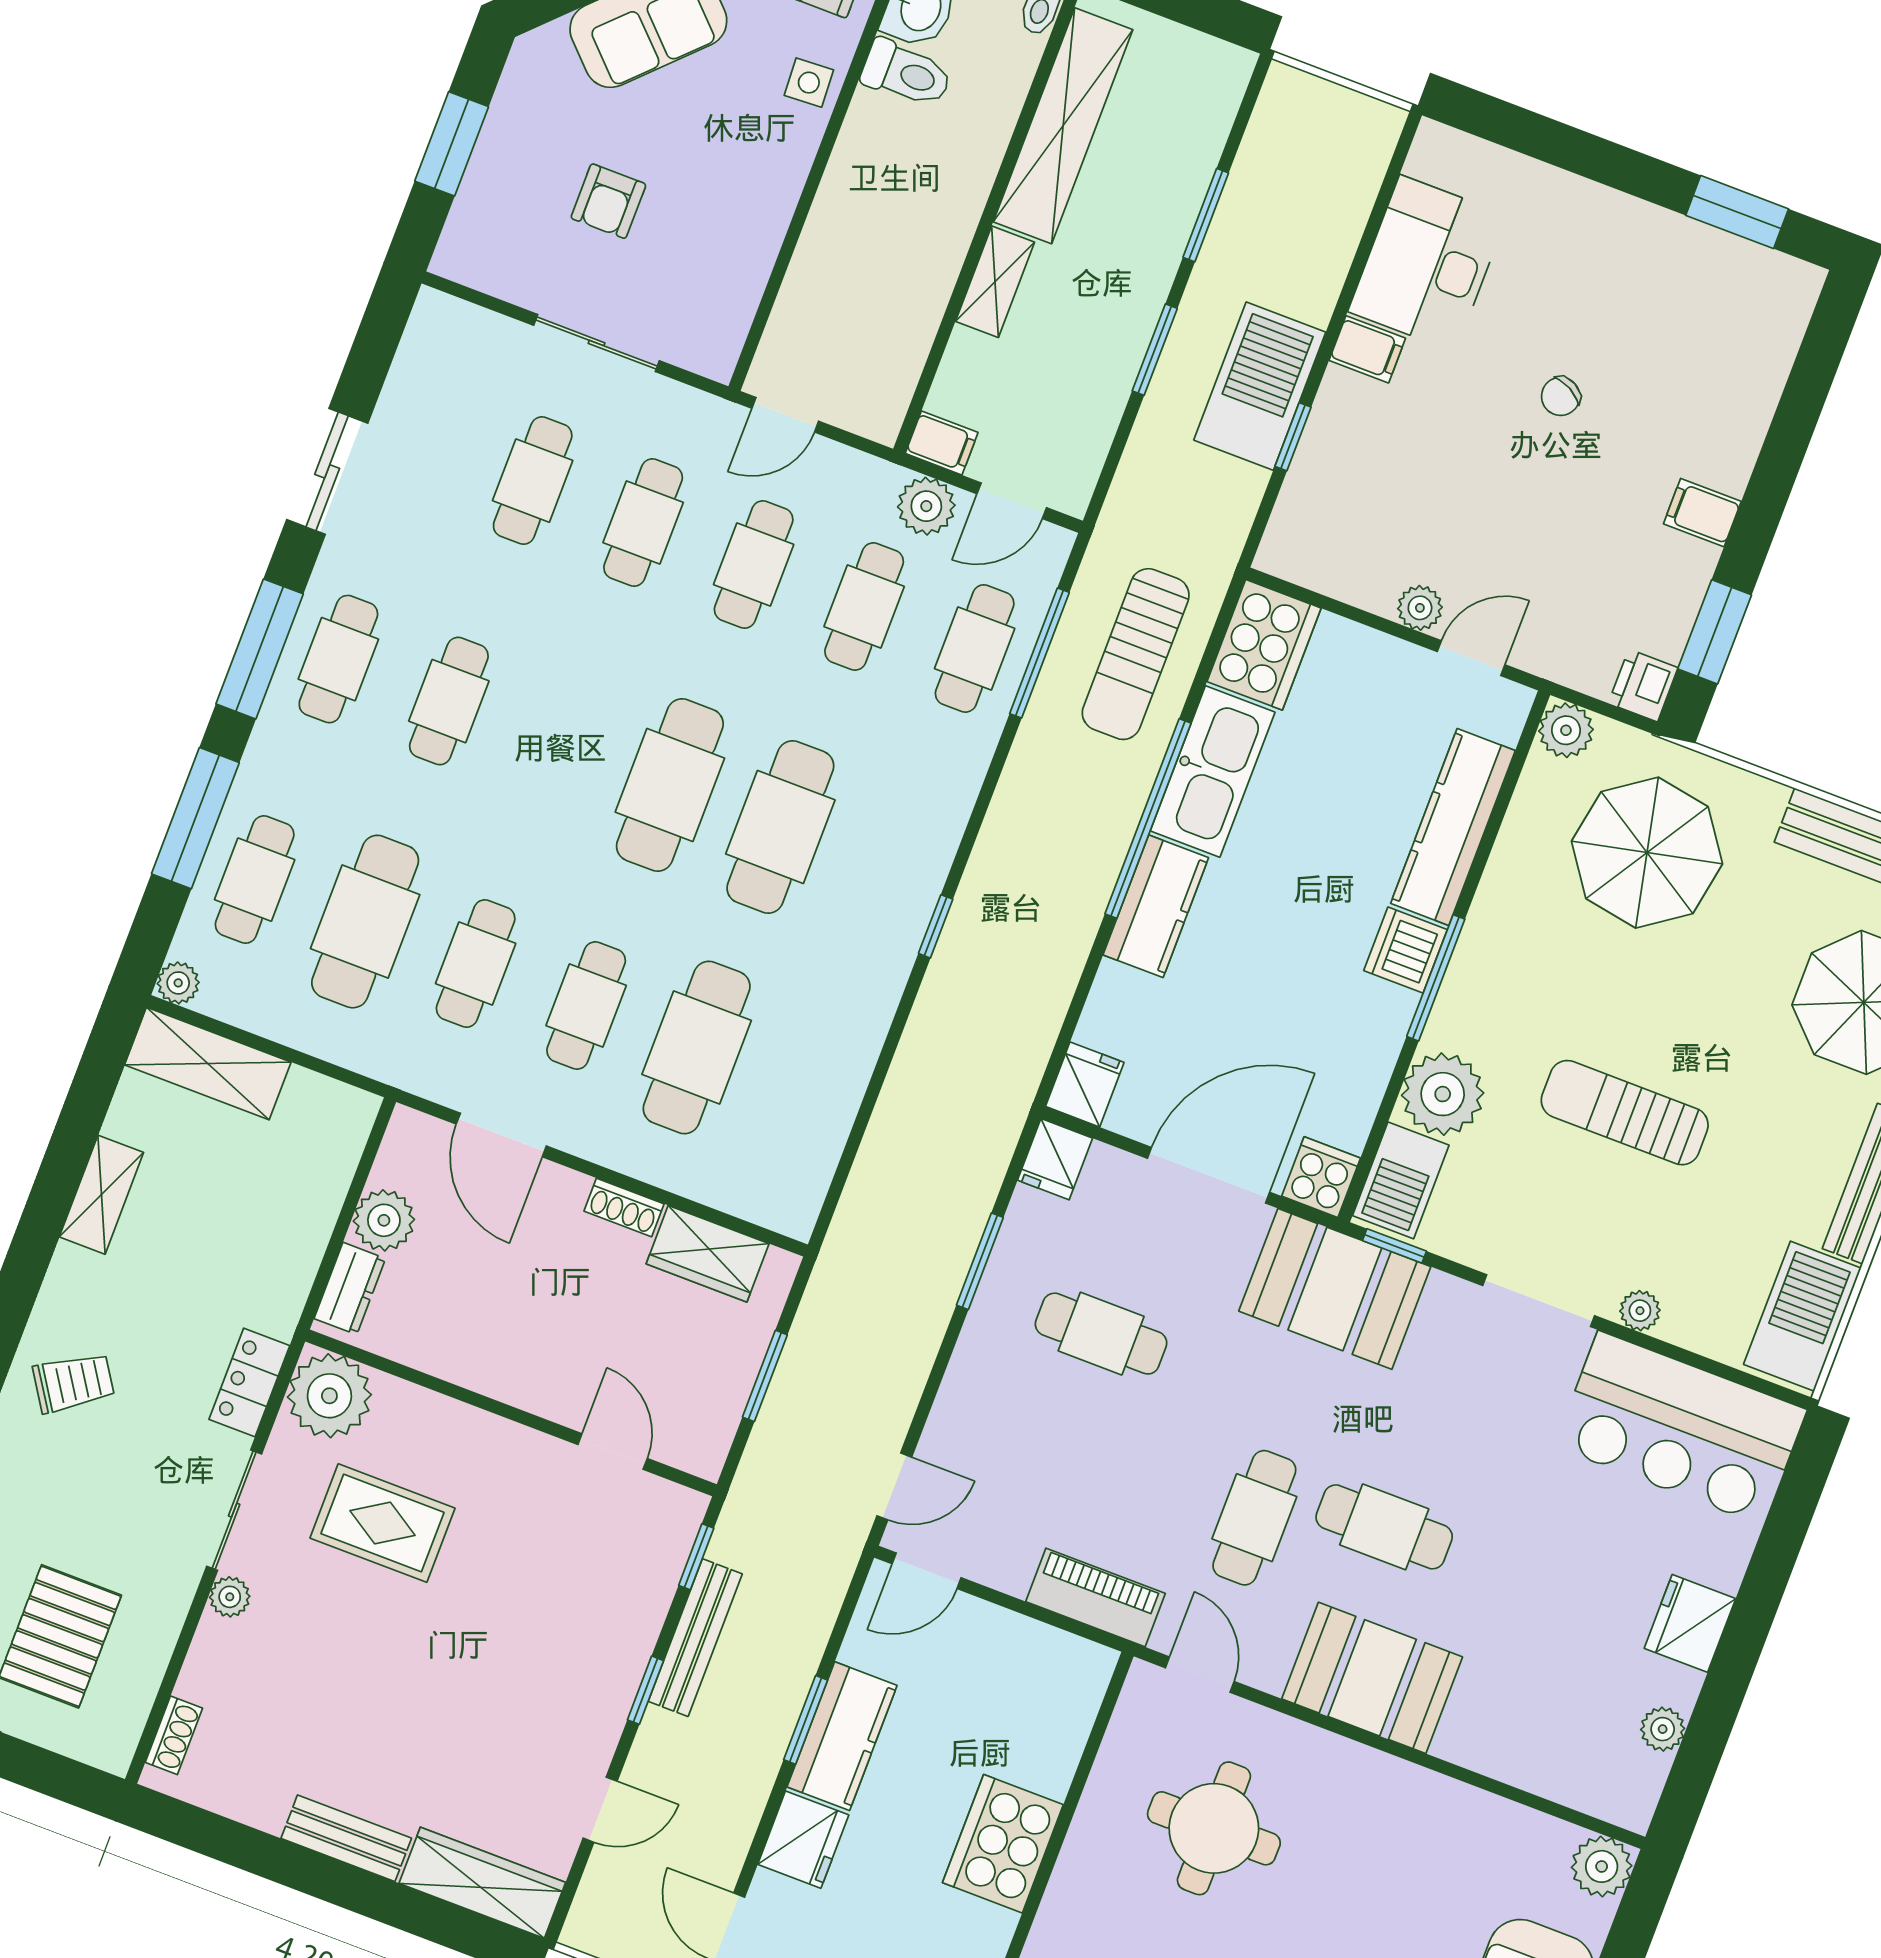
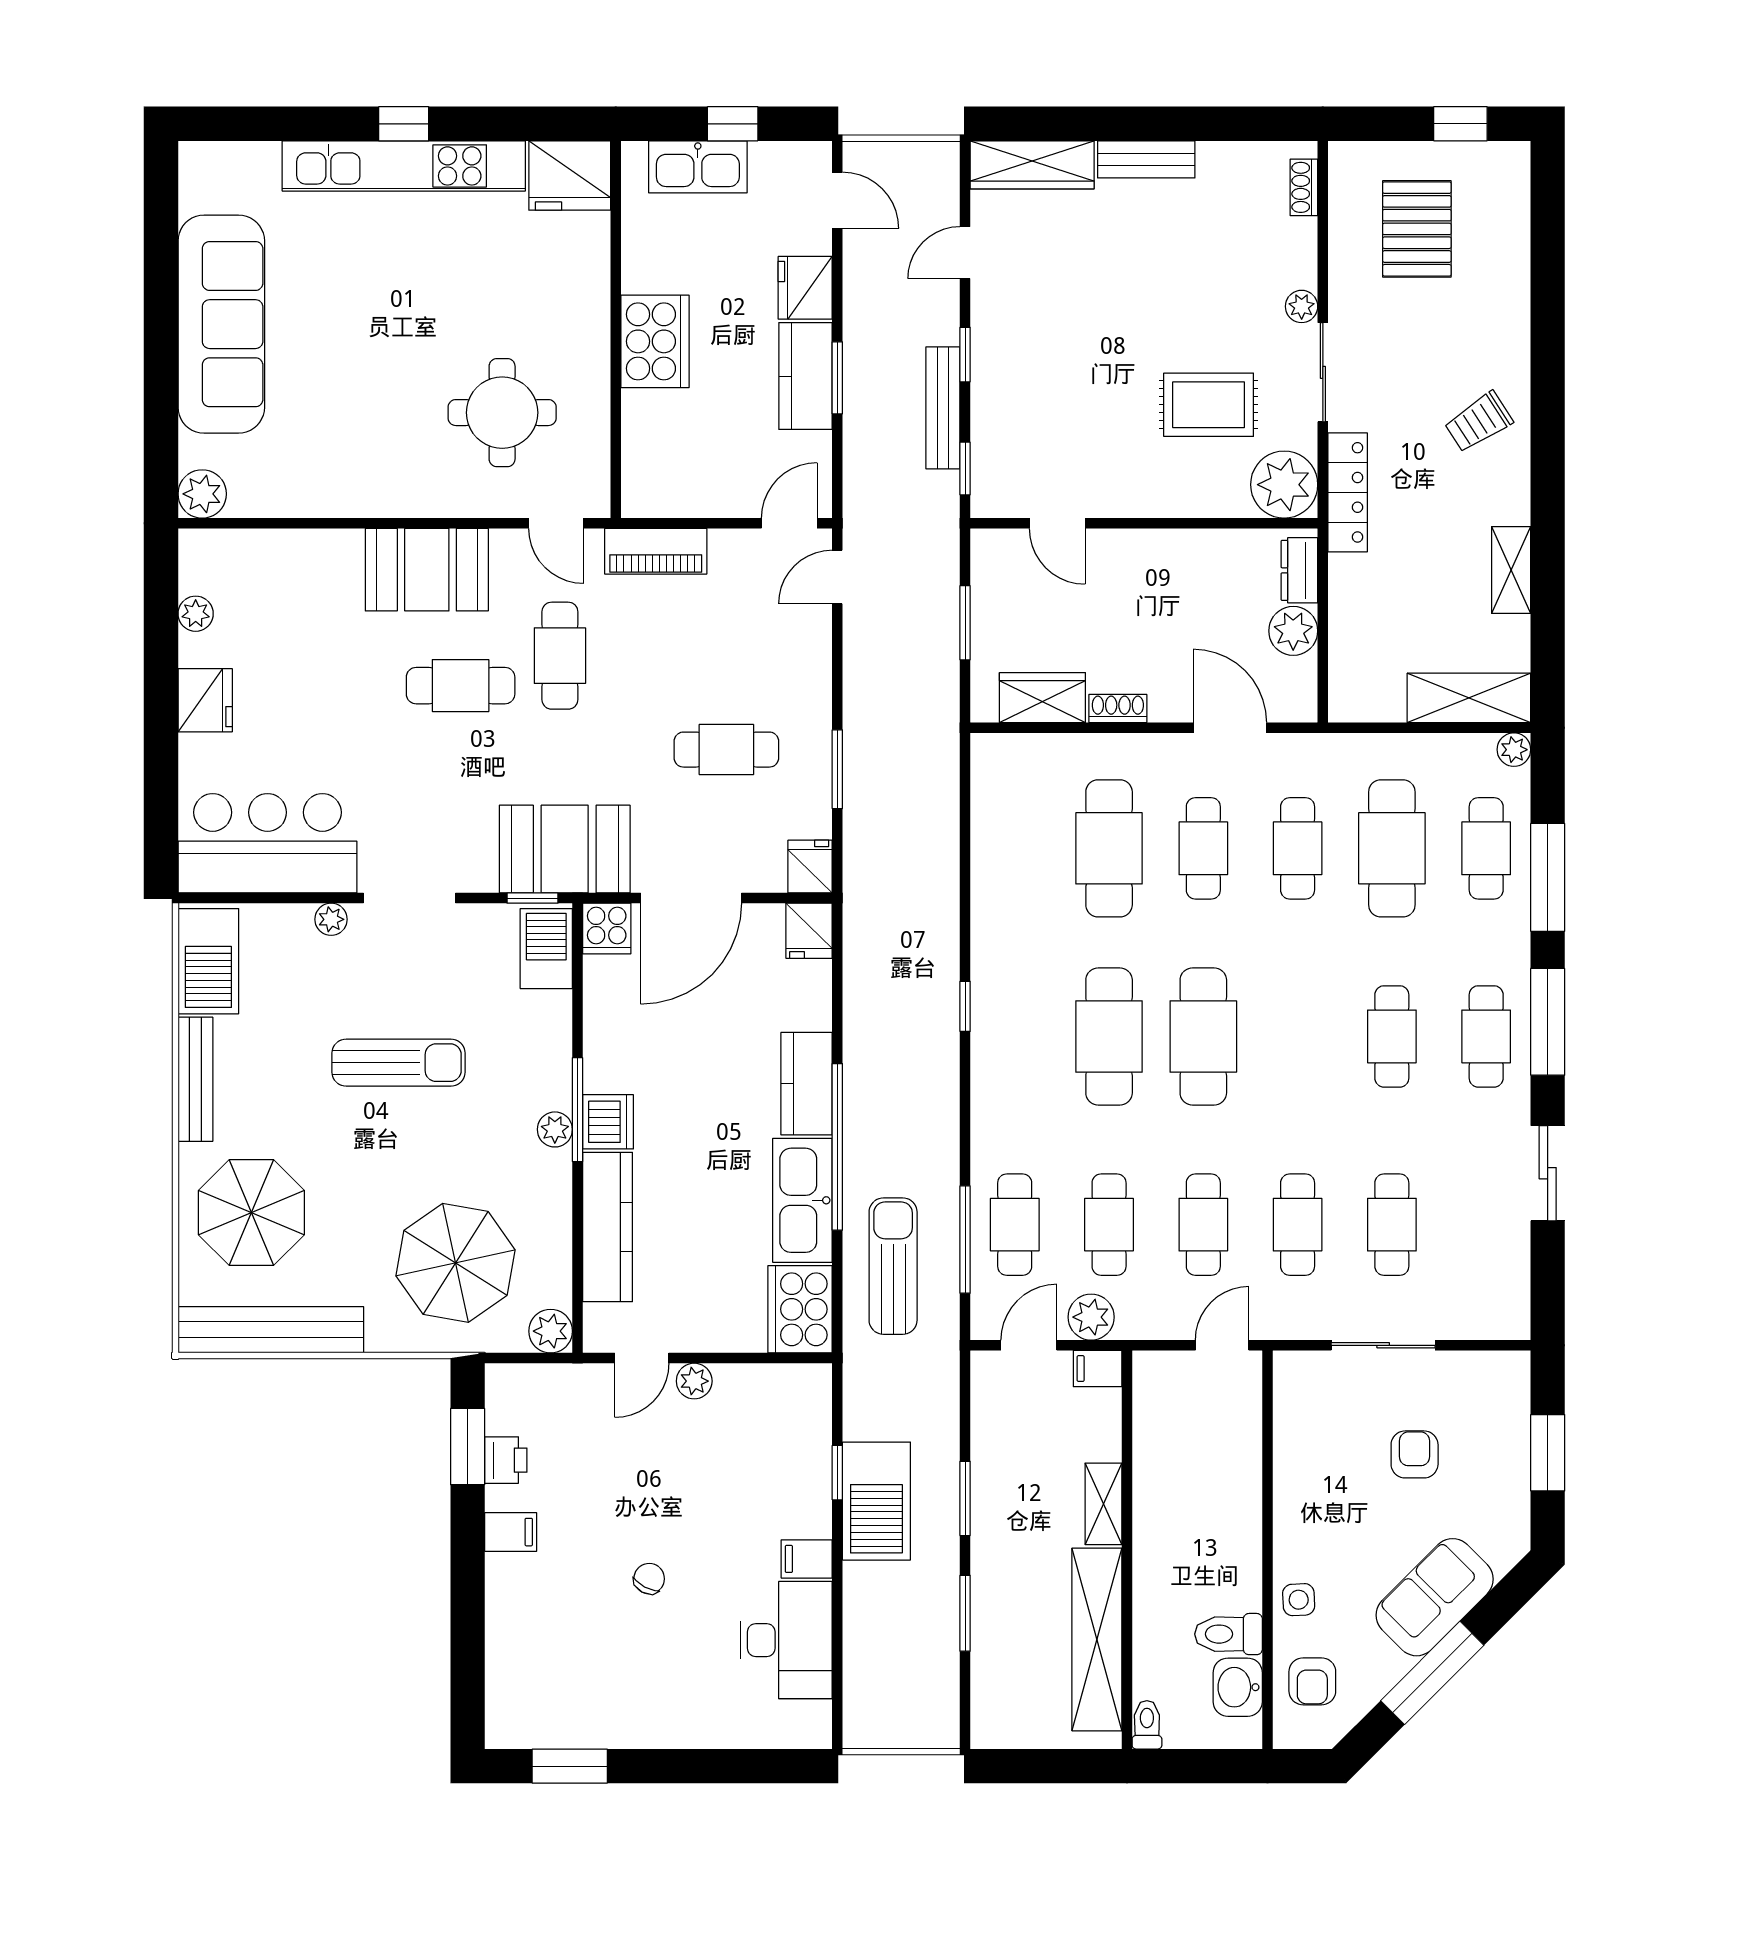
printer: (1643, 685) -> (506, 1460), moved
plant: (1443, 1094) -> (555, 1129), moved, width x0.53, depth x0.53
locker: (249, 1383) -> (1348, 492), width x1.53

